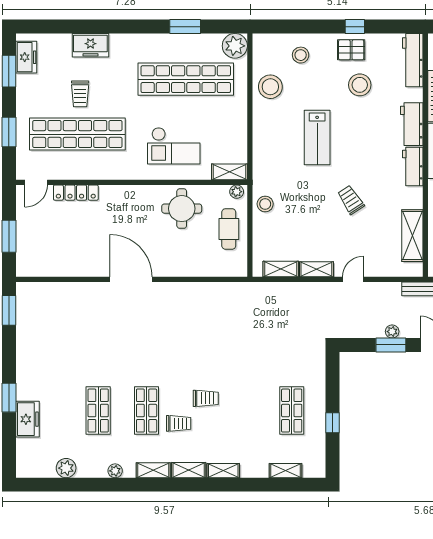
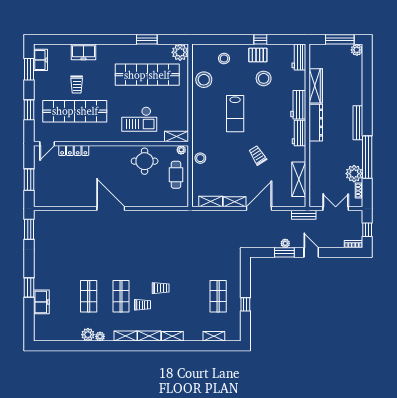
workbench: (413, 60) -> (299, 57), width x0.73
door: (353, 279) -> (259, 209), width x1.87
plant: (66, 468) -> (88, 335), moved

